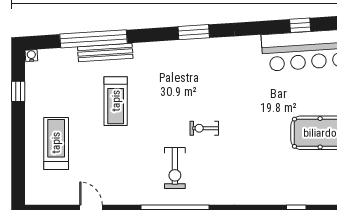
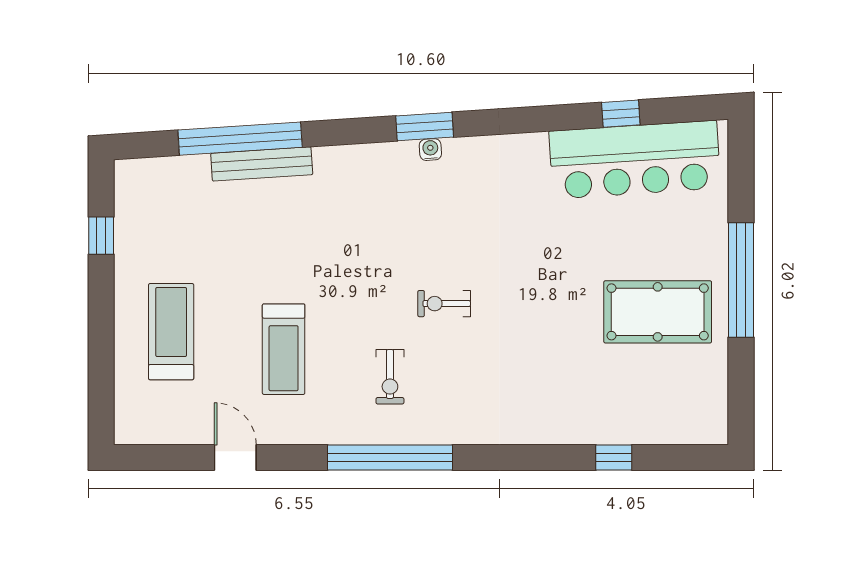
water cooler: (31, 56) -> (430, 150), moved
treadmill: (116, 101) -> (284, 349), moved
exercise bike: (175, 168) -> (390, 377), width x0.73, depth x0.72

